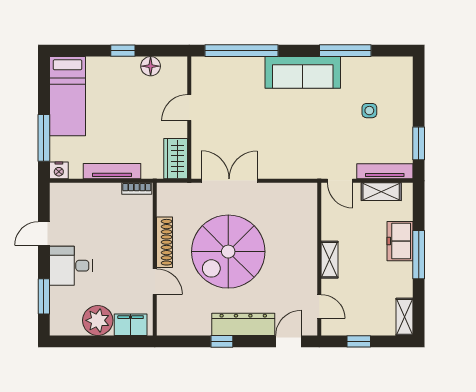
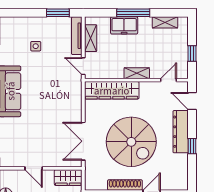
door: (340, 181) -> (83, 66), swing flipped
wardrobe: (304, 223) -> (112, 90), added
shelving: (404, 317) -> (165, 22), moved

